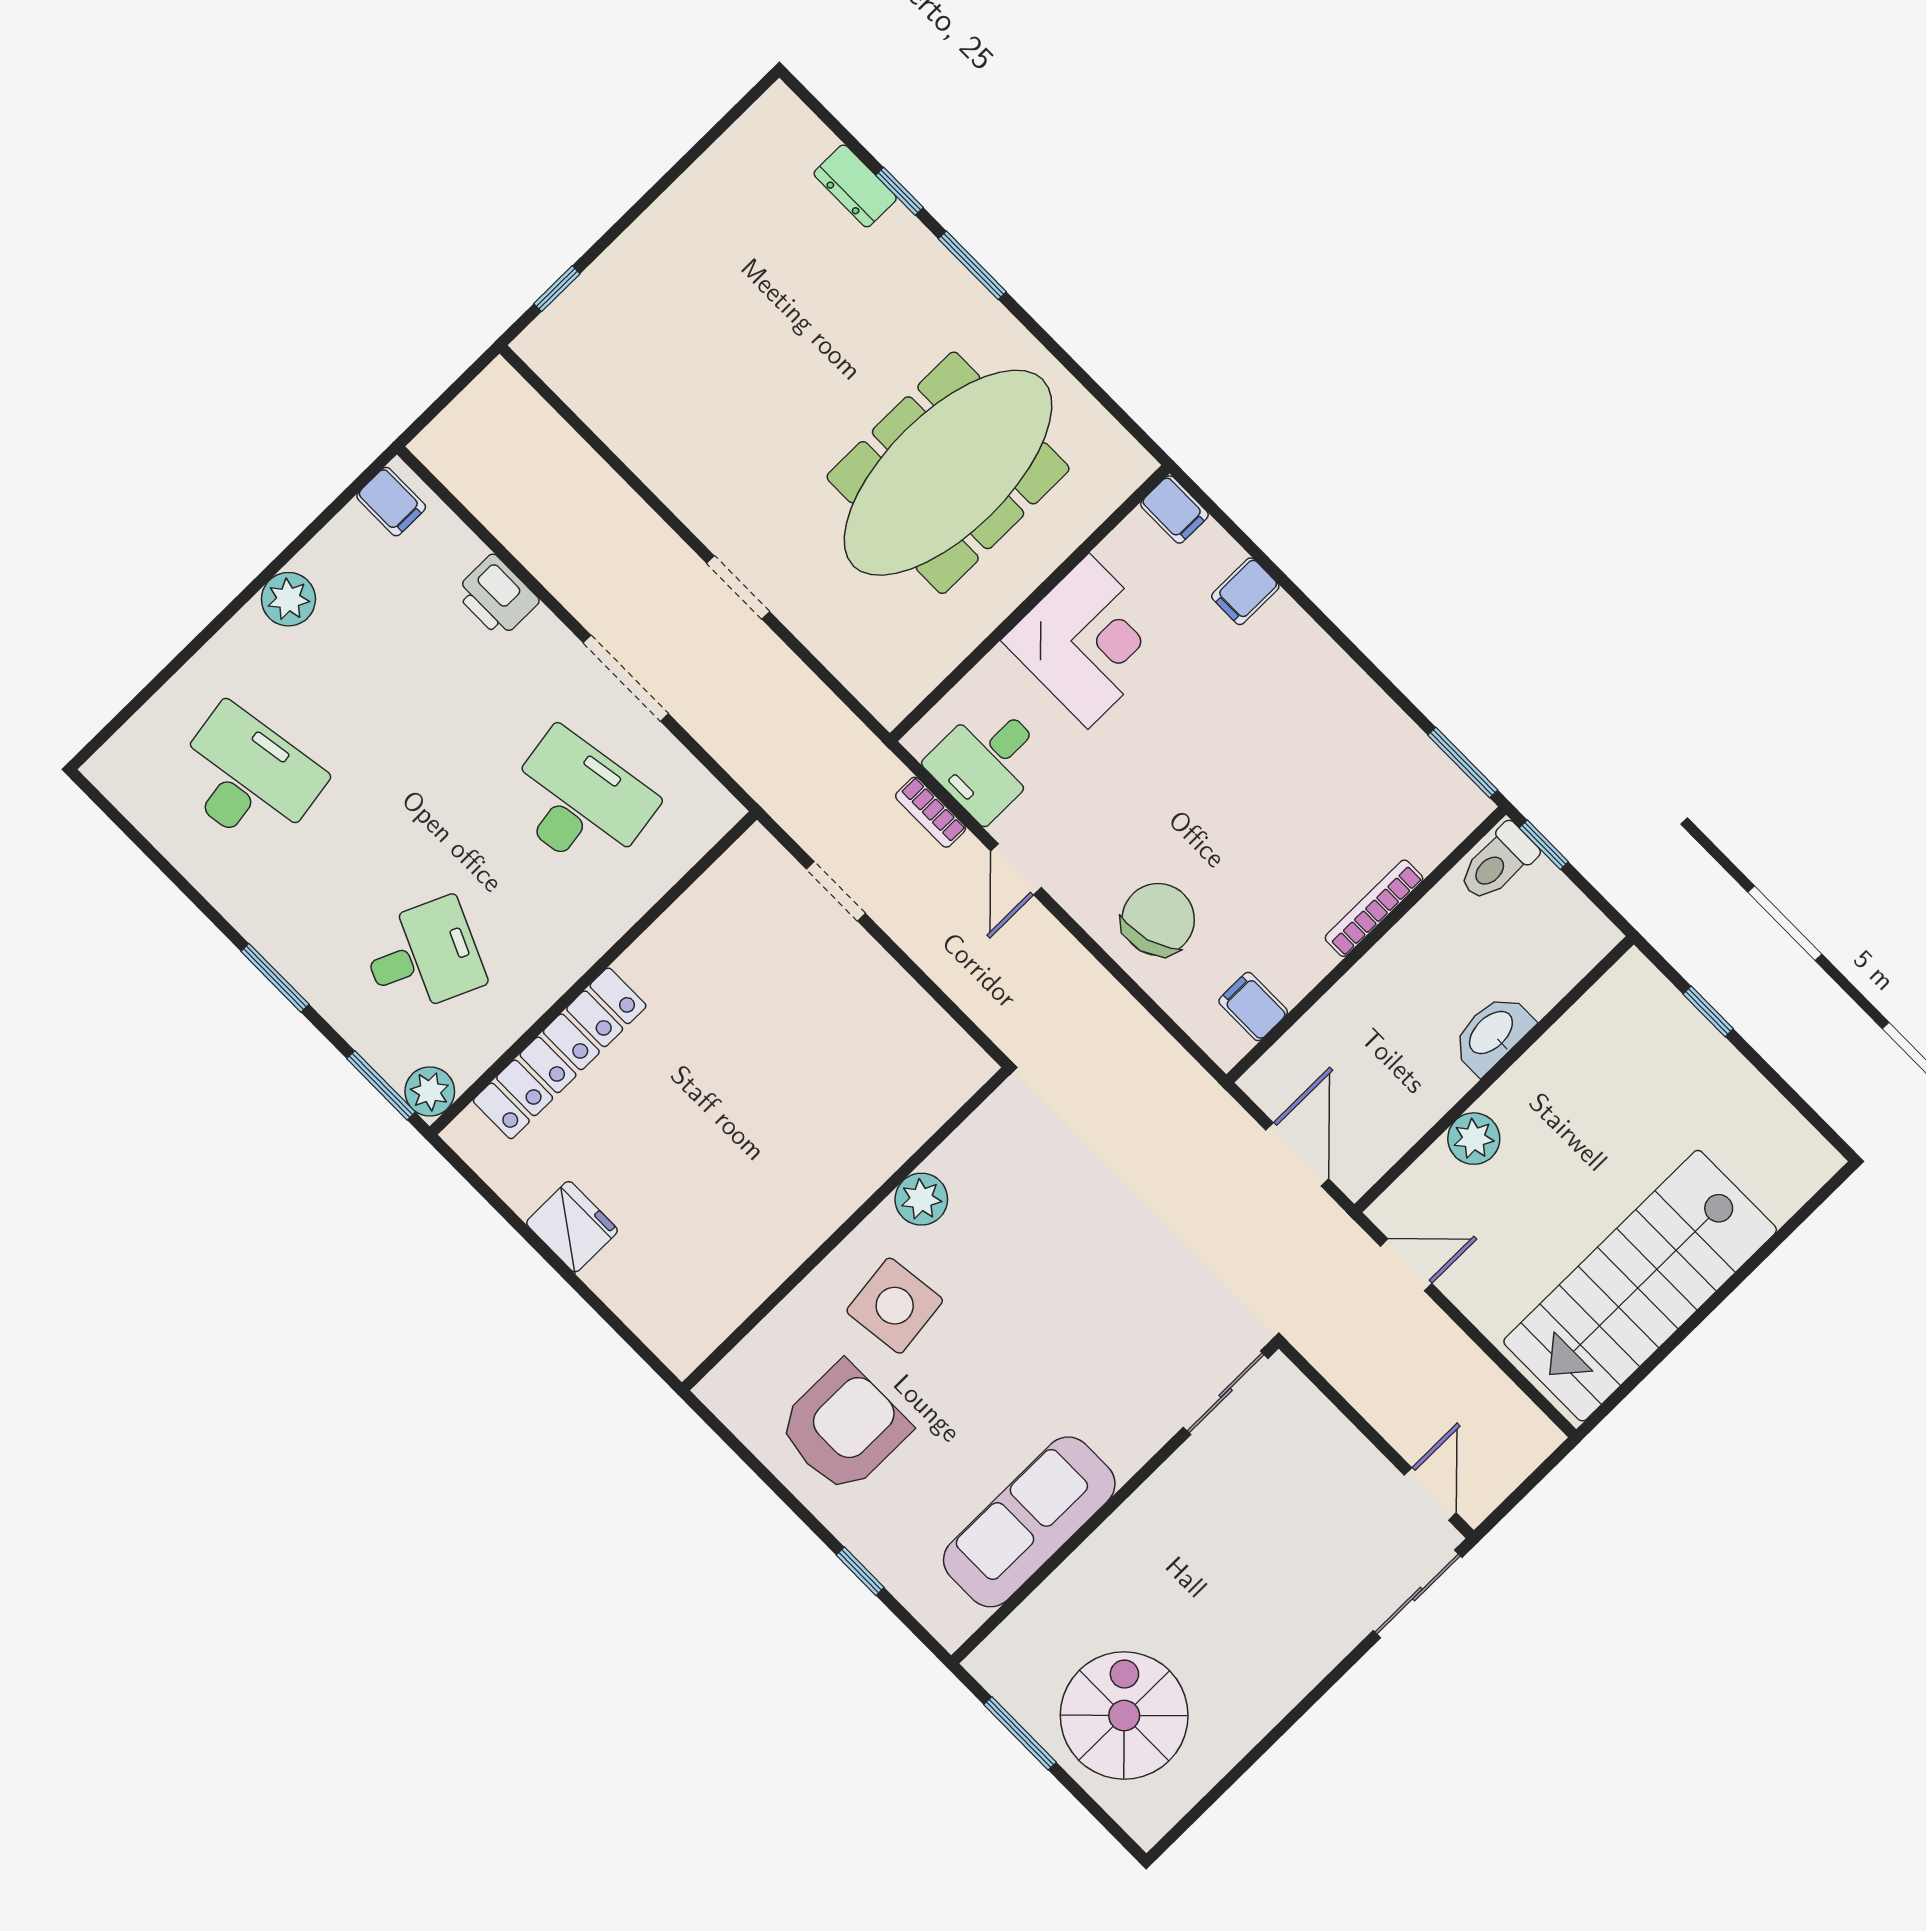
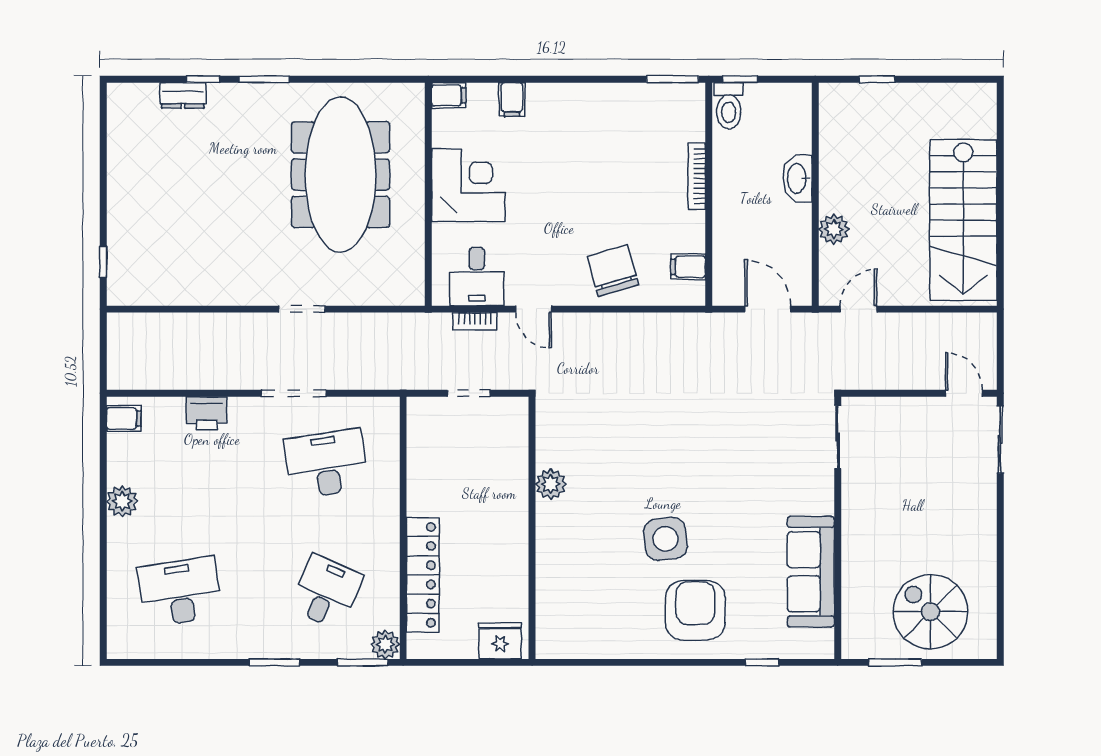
plant: (921, 1199) -> (551, 484), moved
wall: (846, 1229) -> (532, 528), moved

